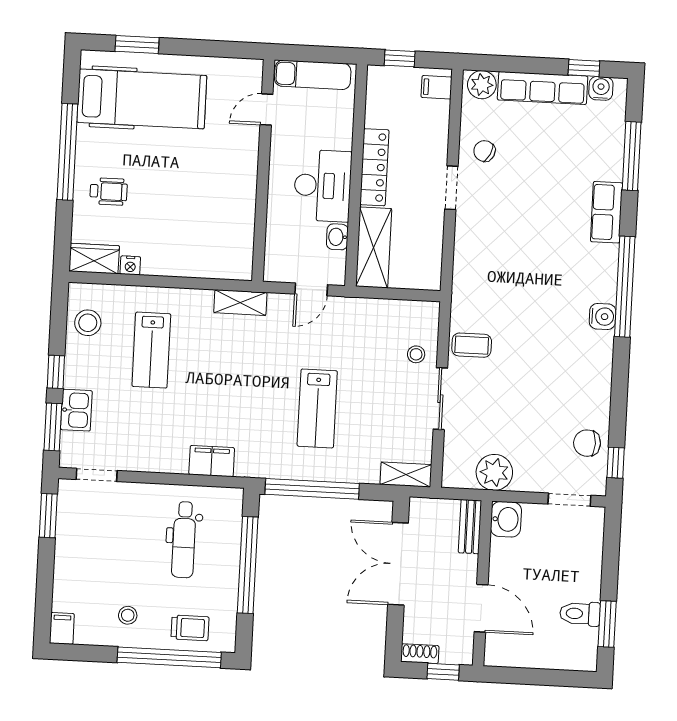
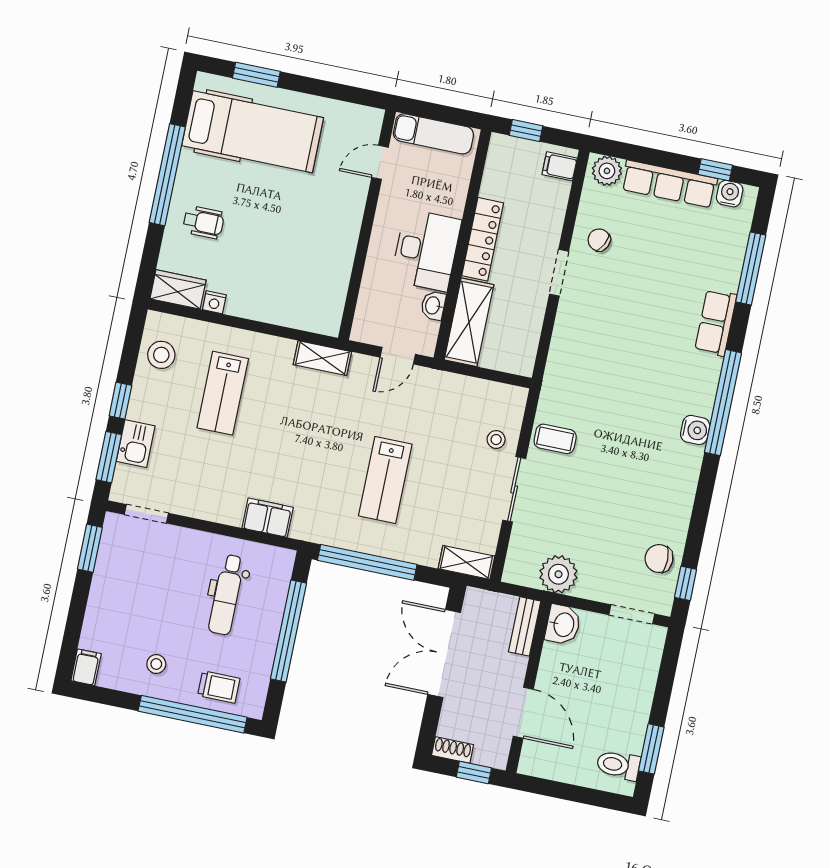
toilet: (580, 614) -> (618, 765), moved

